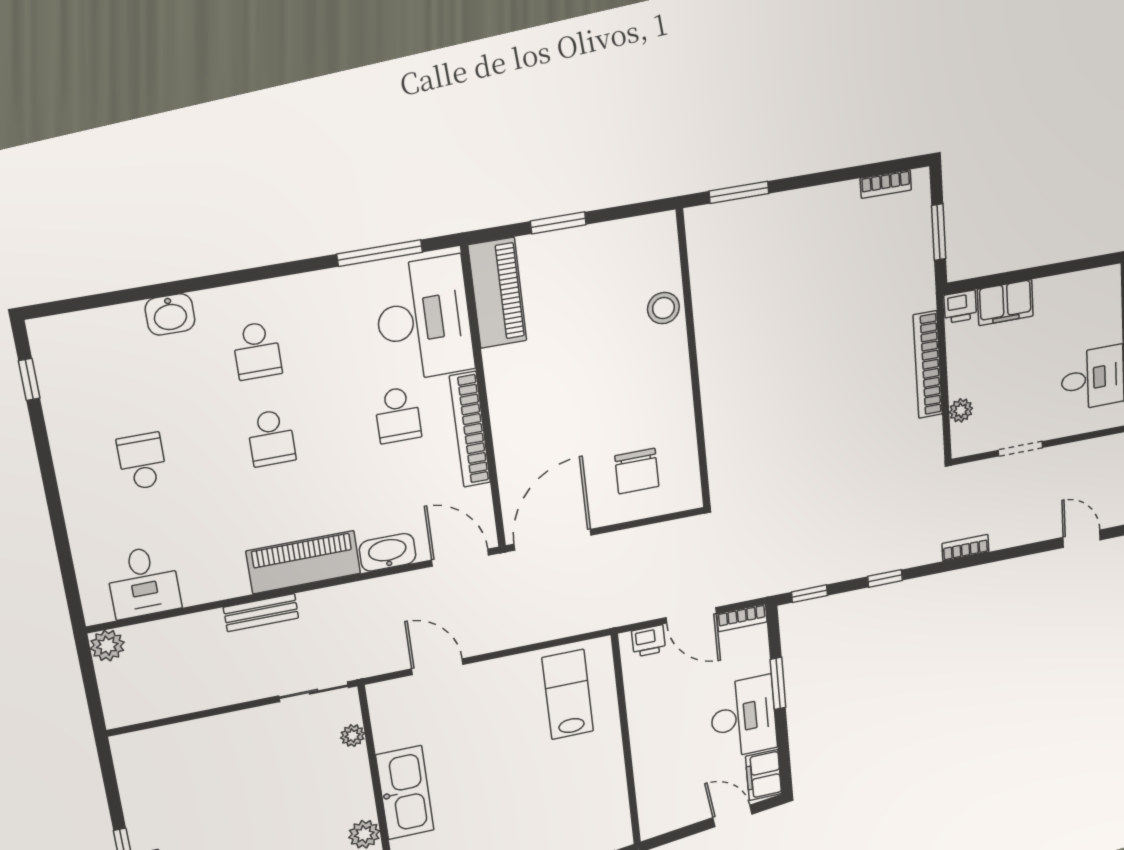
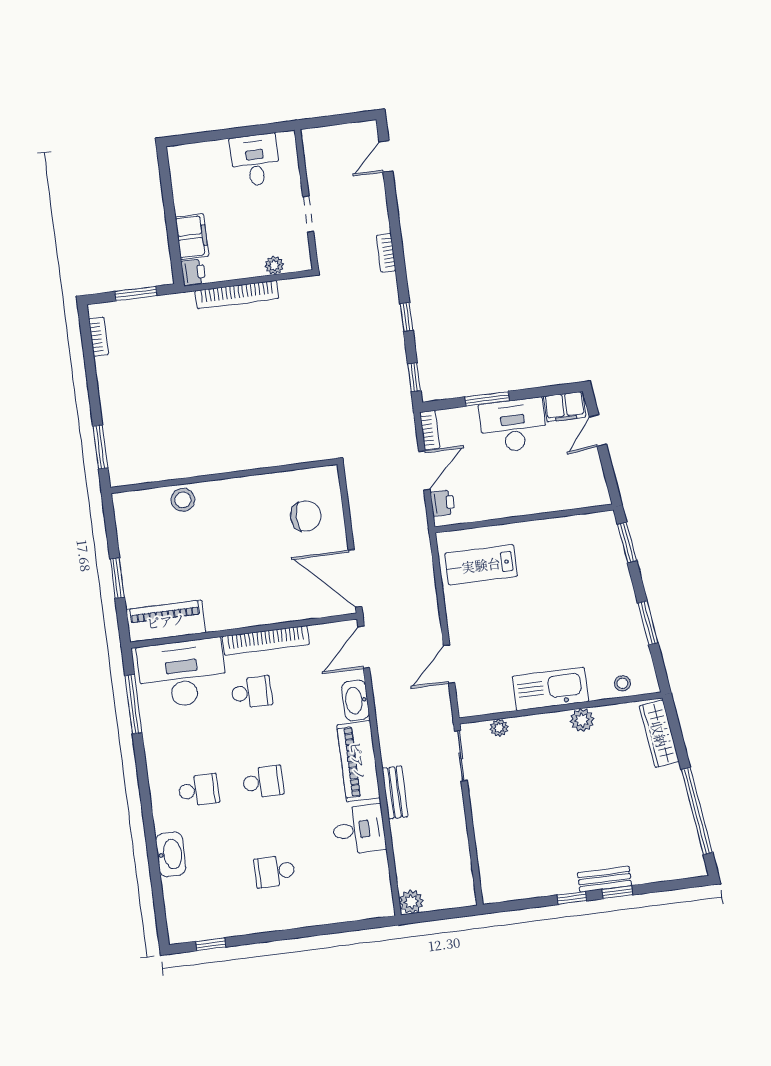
washbasin: (170, 314) -> (171, 854), width x1.38
desk: (143, 582) -> (359, 830), moved

